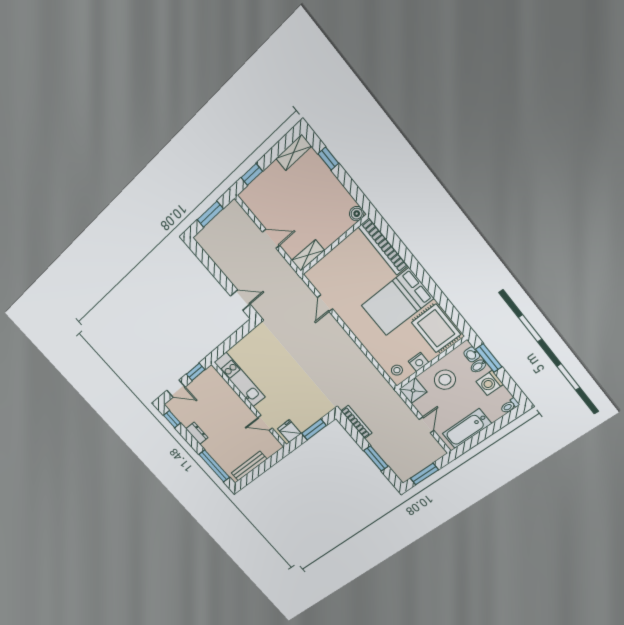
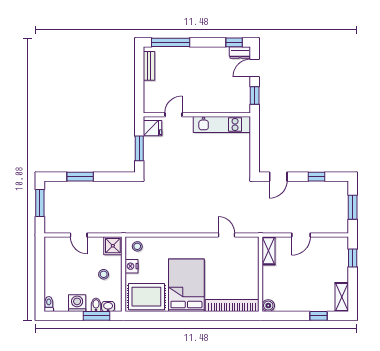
window: (213, 268) -> (316, 177), added
stool: (445, 380) -> (104, 274), width x0.53, depth x0.53
bookcase: (356, 422) -> (120, 185), removed
bathtub: (467, 429) -> (54, 262), removed
dresser: (197, 433) -> (240, 52), moved
bench: (249, 466) -> (149, 66), width x0.73

